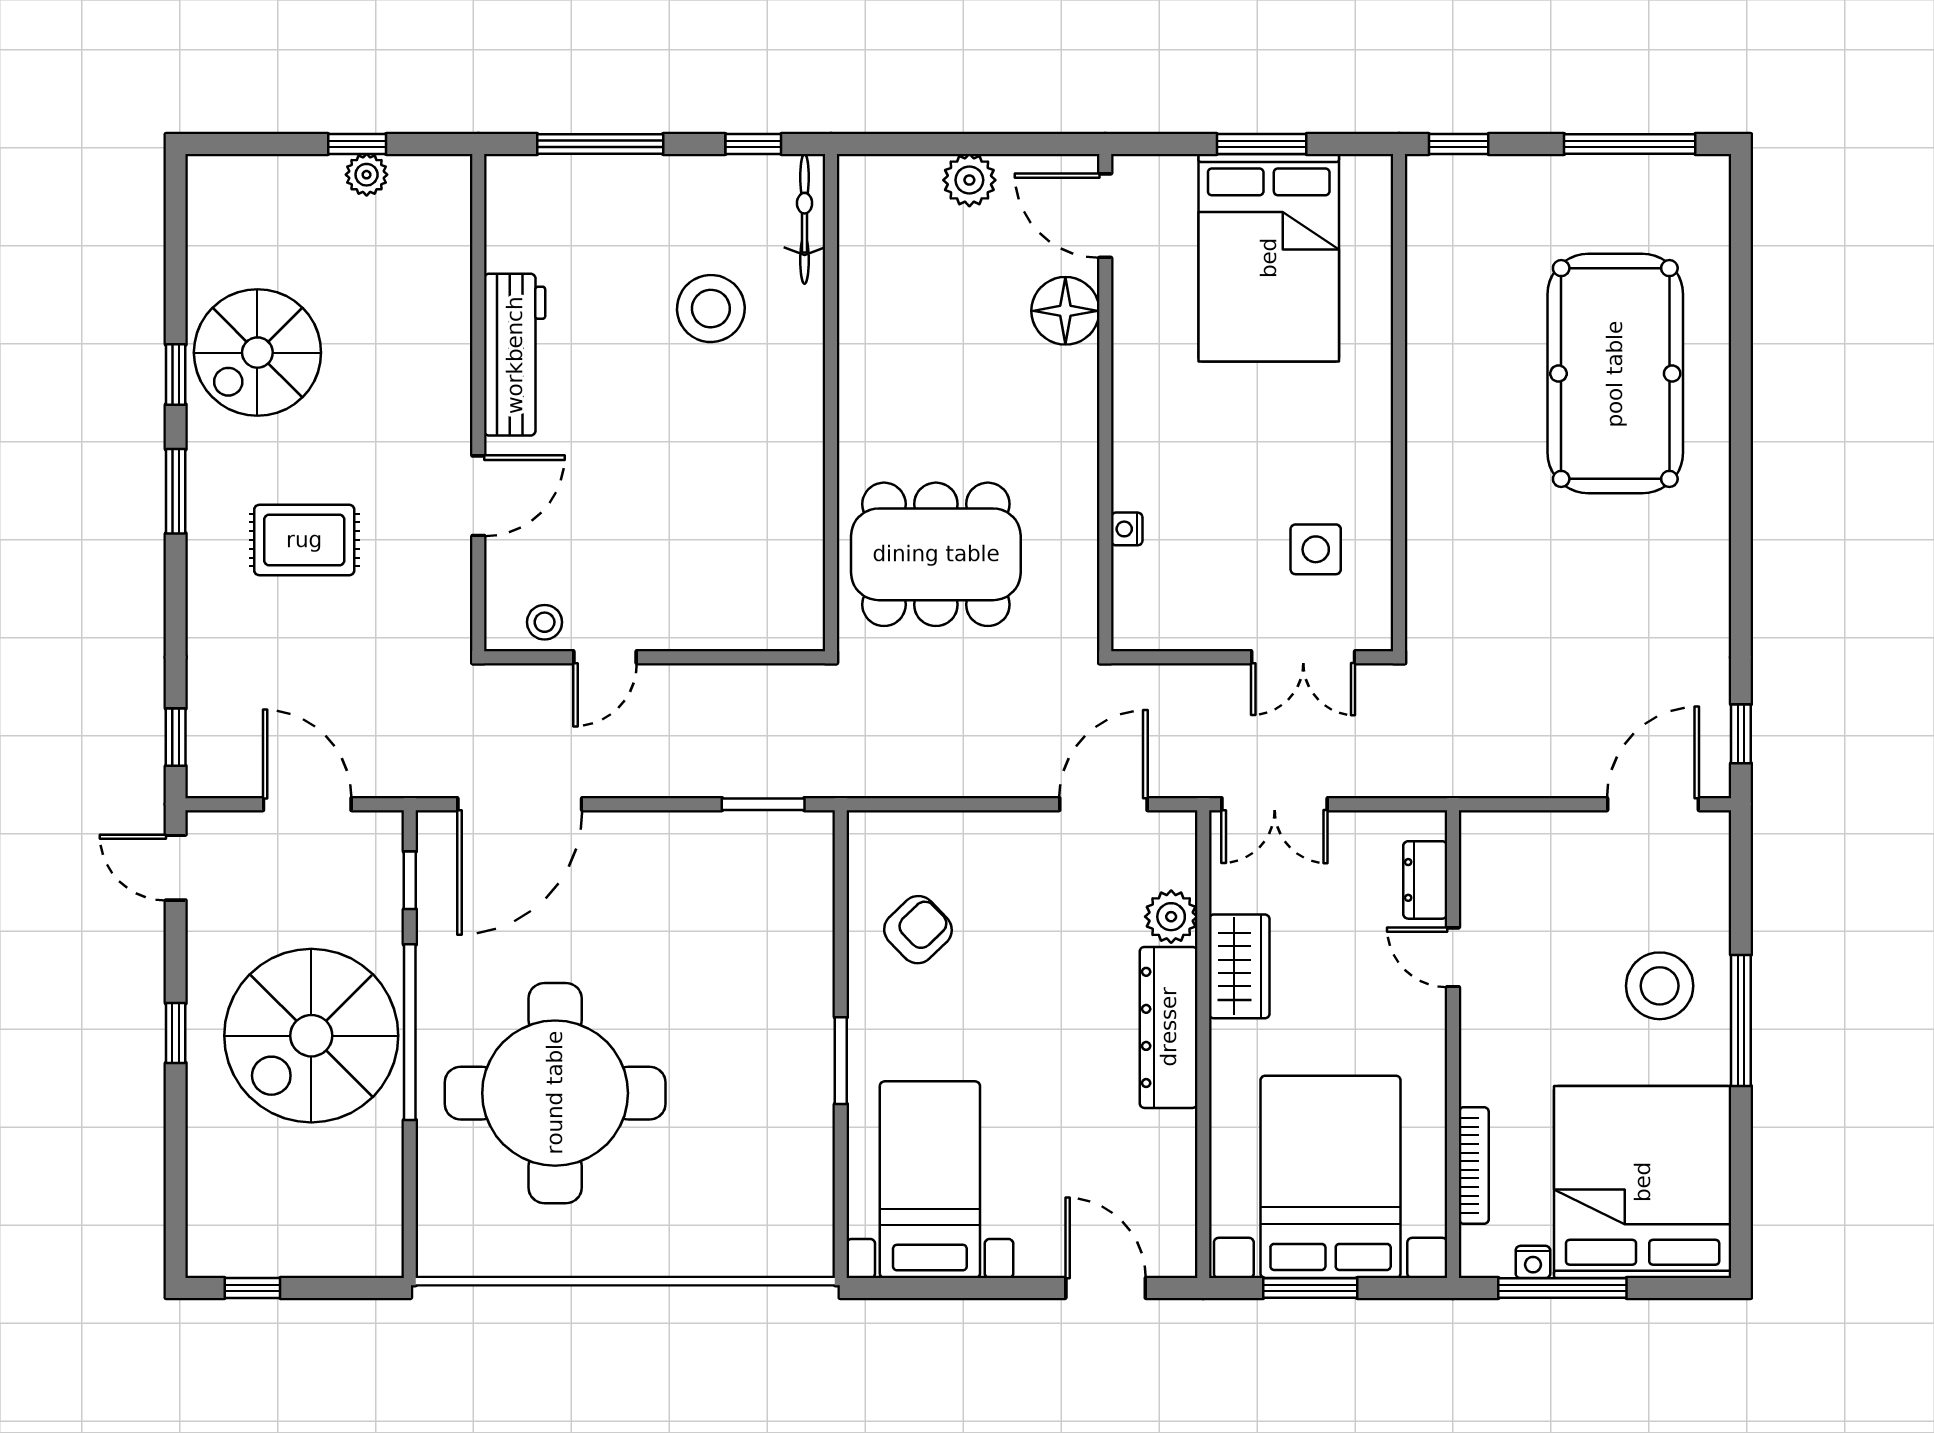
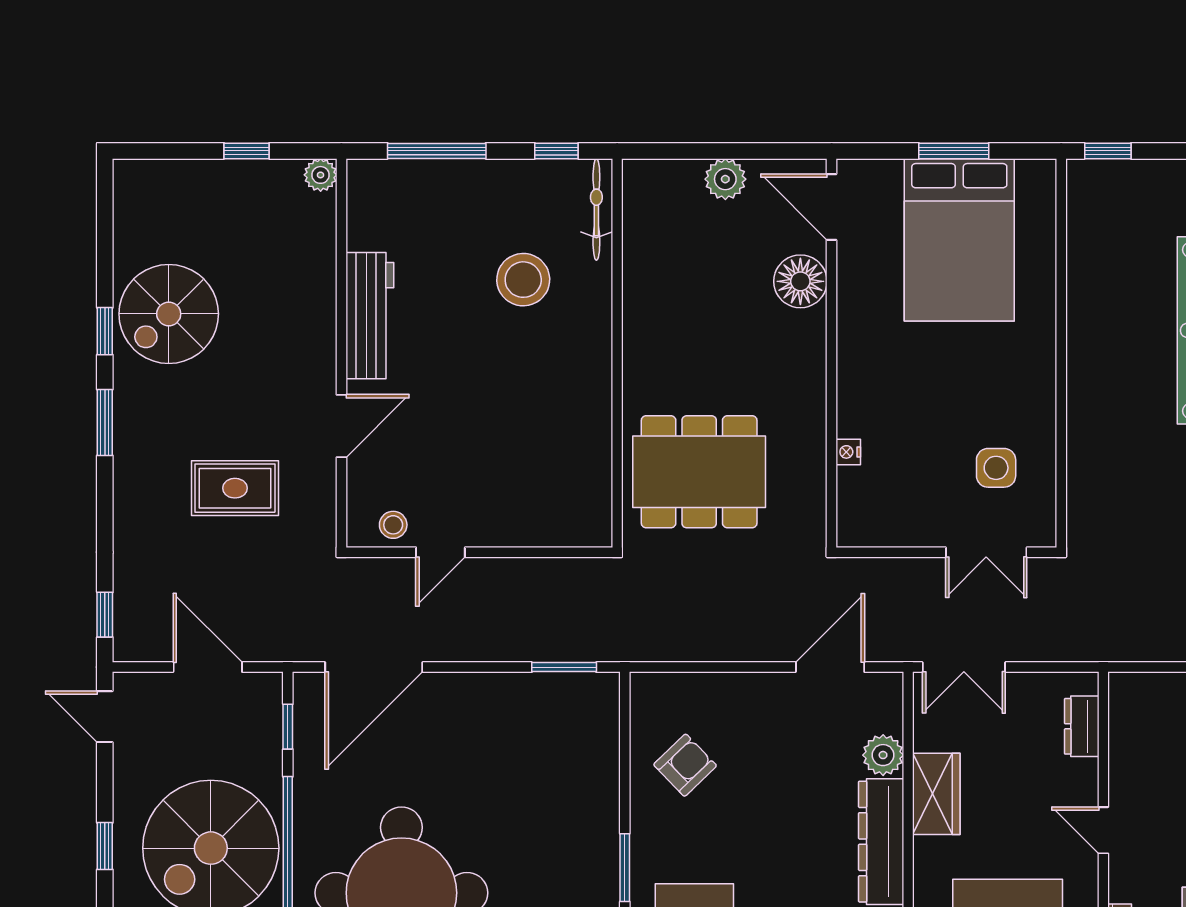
plant: (367, 175) -> (321, 175), moved
rug: (304, 540) -> (235, 488), moved
door: (1453, 957) -> (1103, 830), moved

